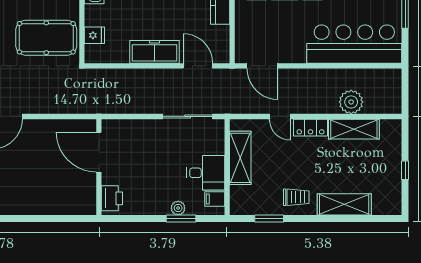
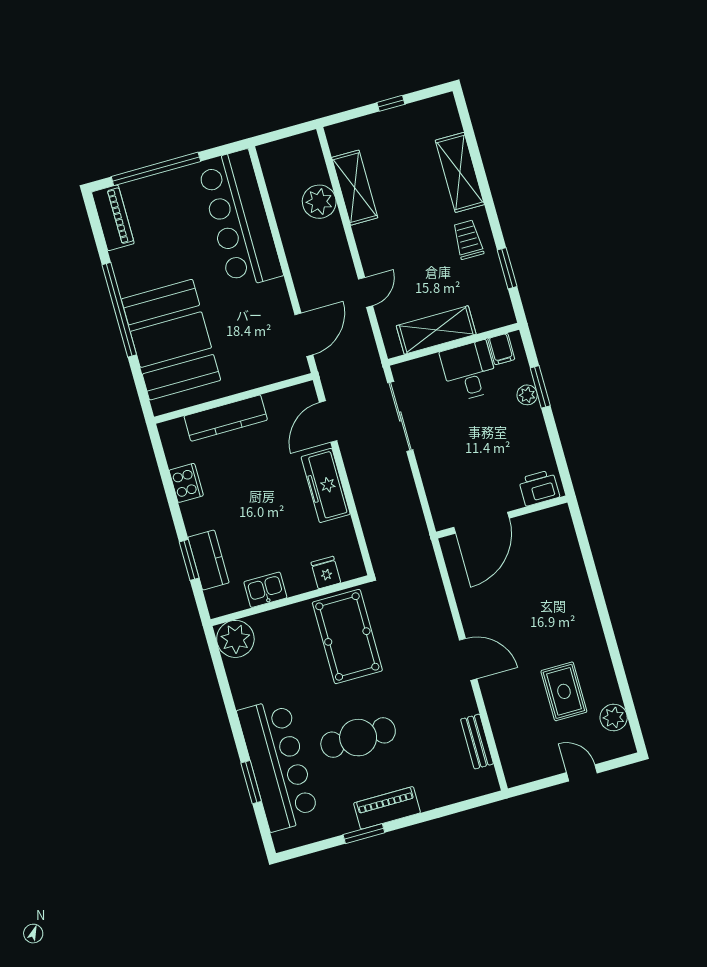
locker: (310, 128) -> (369, 247), removed

